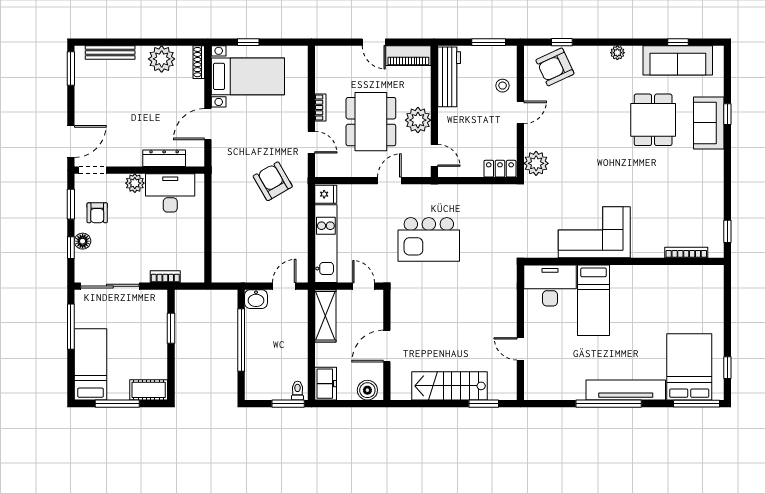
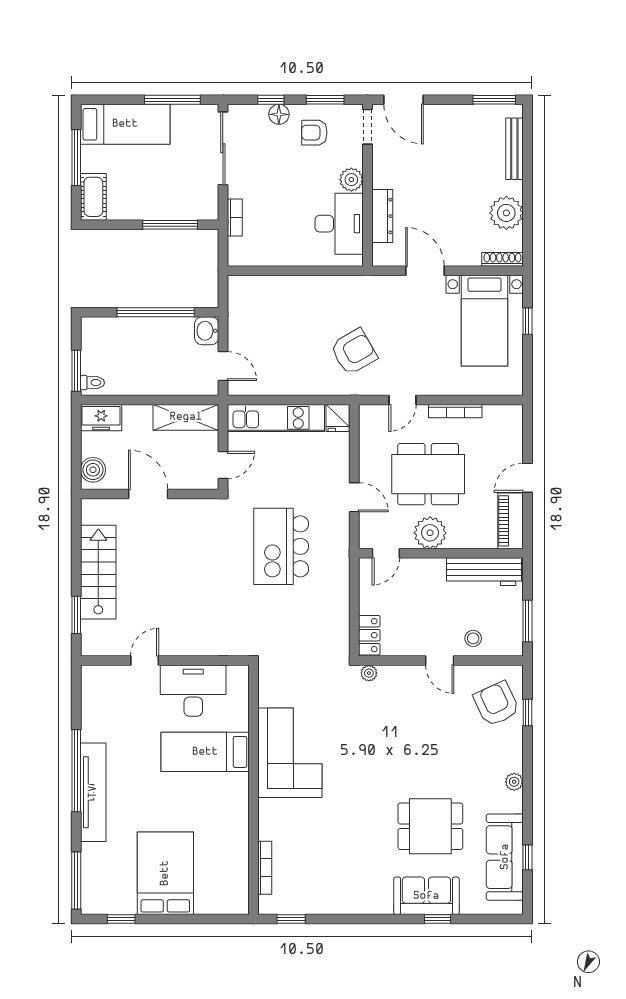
bookcase: (320, 108) -> (455, 411), width x1.56
plant: (536, 163) -> (369, 673), width x0.53, depth x0.53
desk: (550, 286) -> (193, 691), moved, turned -90
window: (171, 328) -> (170, 225), width x1.44
bed: (689, 367) -> (165, 873), moved, turned -90

